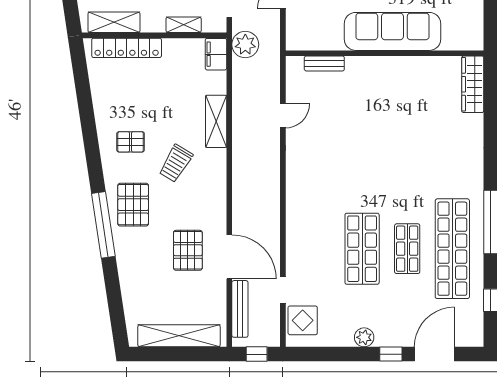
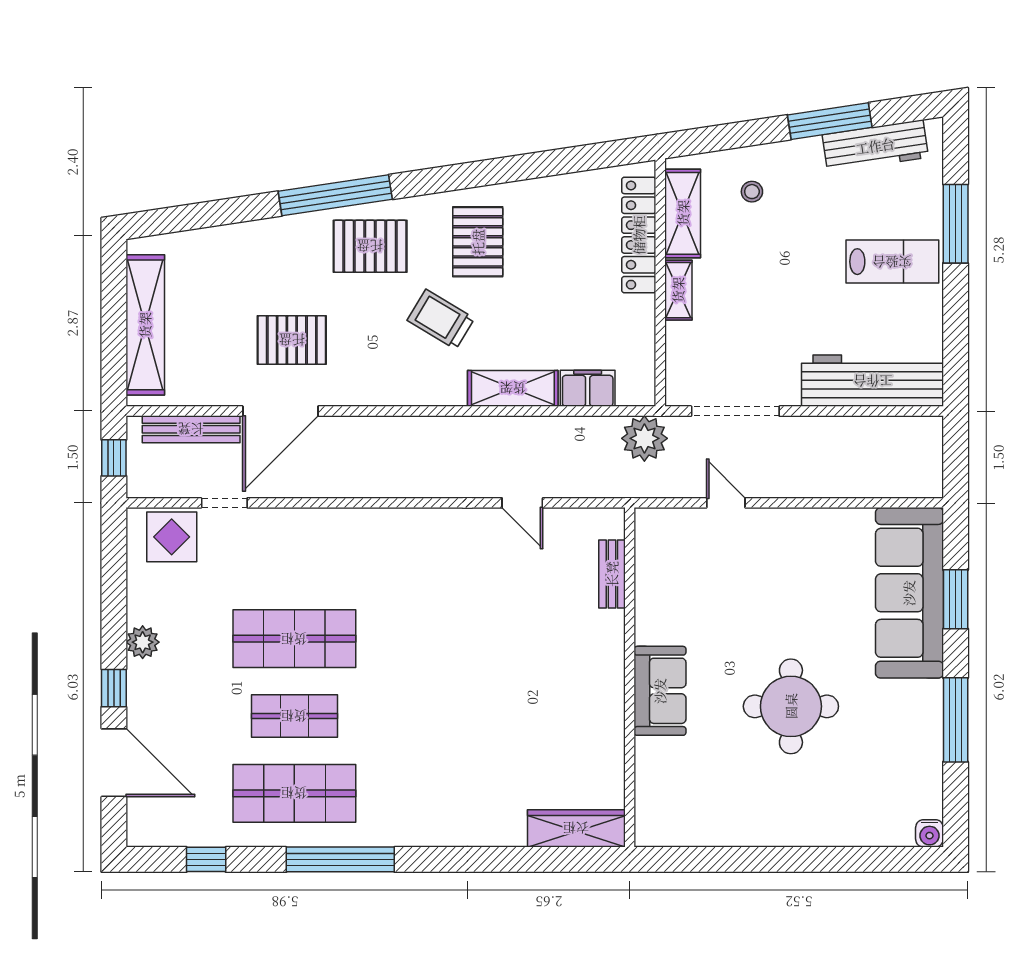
shelving: (184, 25) -> (678, 290), moved
sofa: (392, 31) -> (660, 691), width x0.54, depth x0.79
filing cabinet: (216, 54) -> (588, 388), moved
pallet: (131, 142) -> (478, 242), width x1.50, depth x1.42
shop shelf: (452, 249) -> (294, 793), width x0.71

